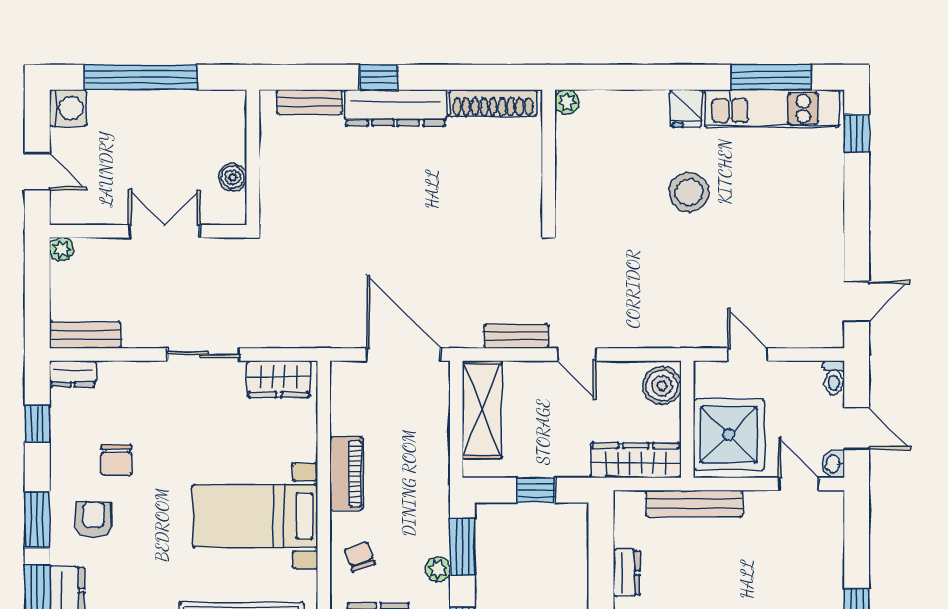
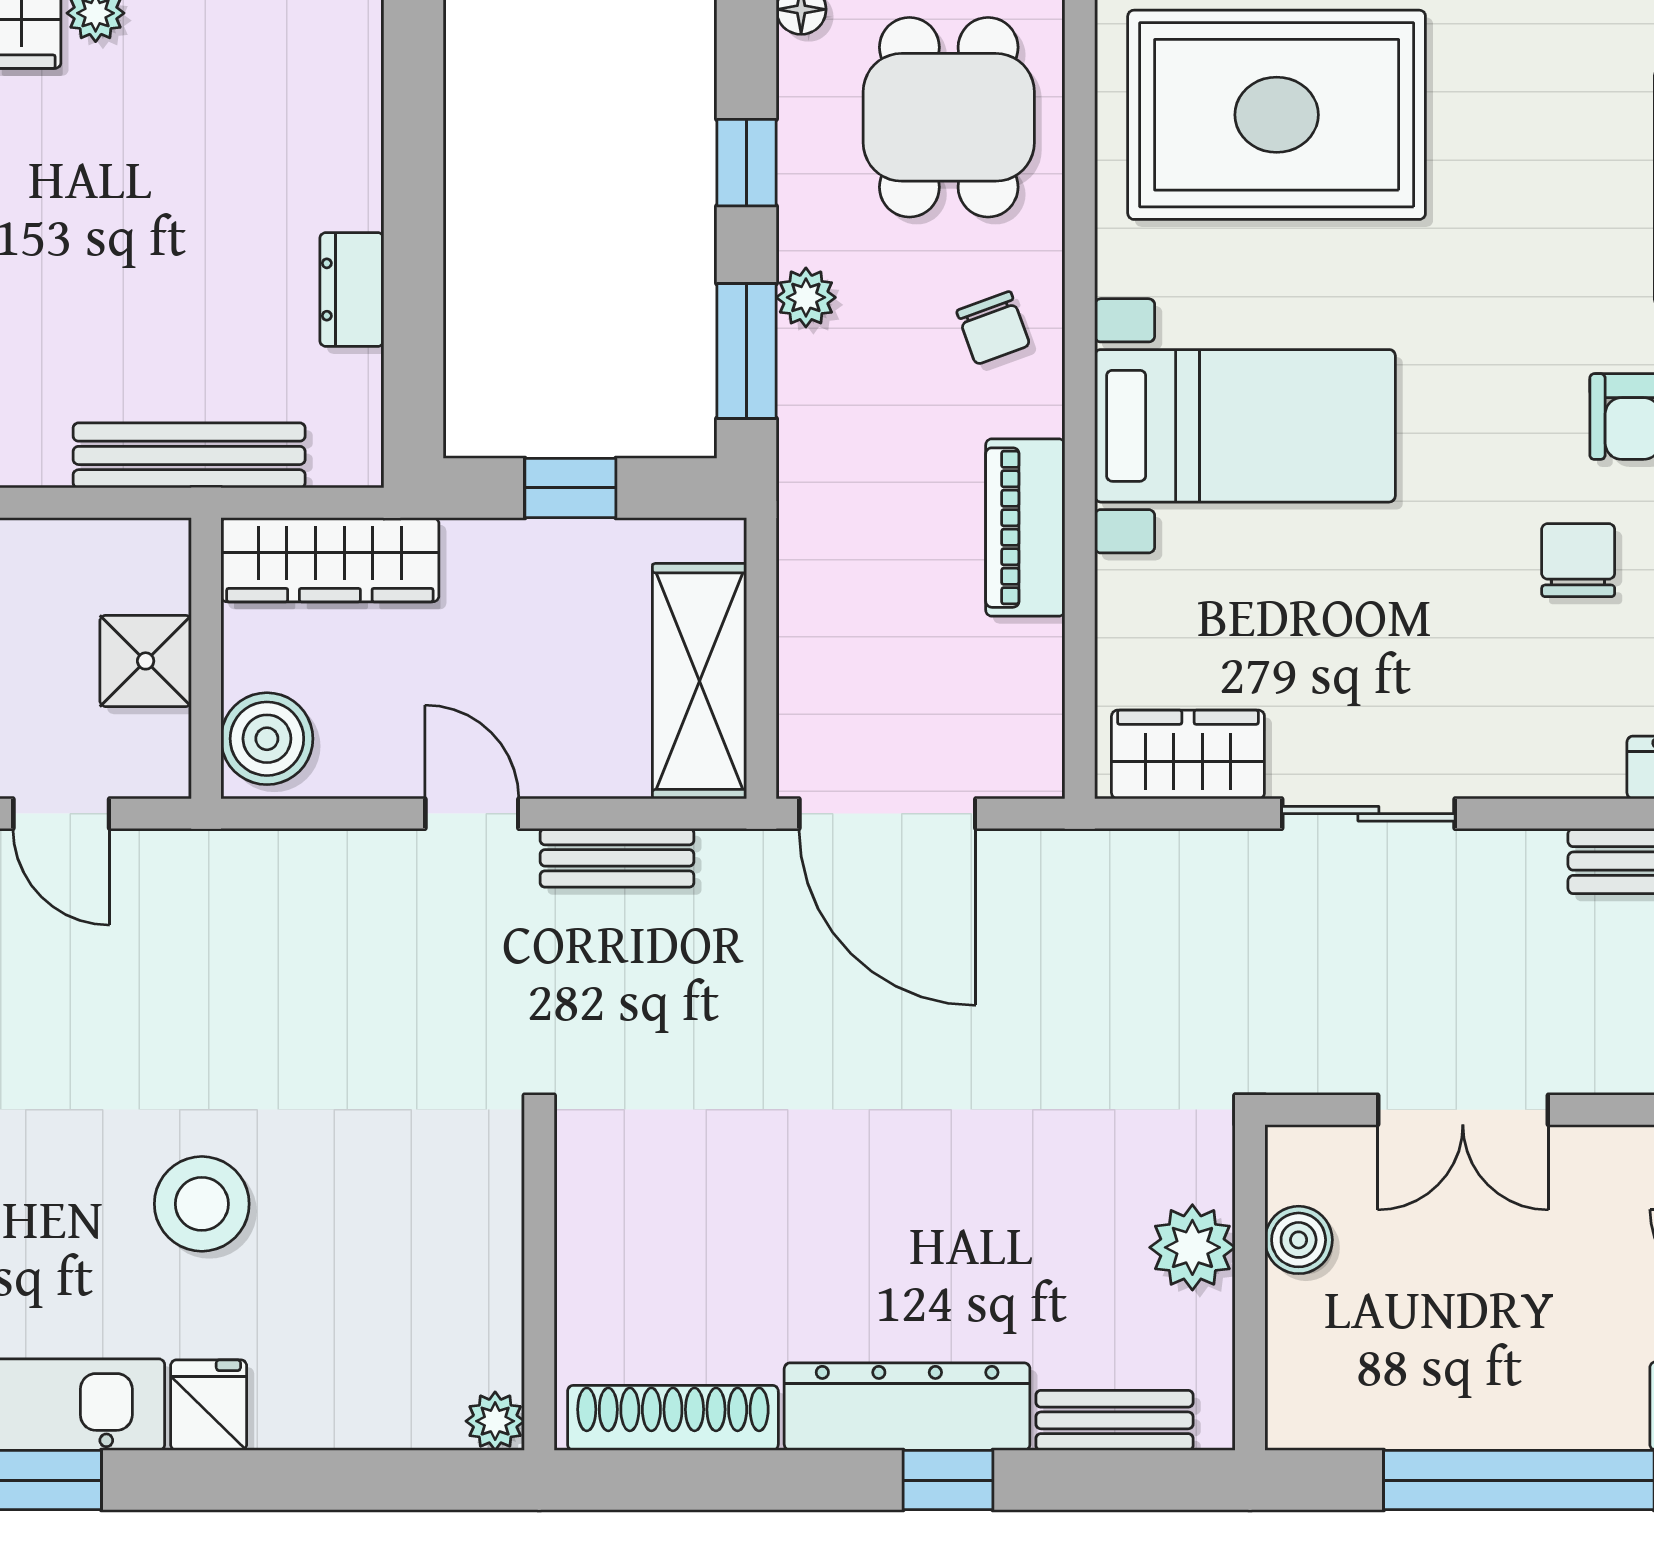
plant: (277, 174) -> (1192, 1247), added
shower: (729, 435) -> (146, 661), width x0.54, depth x0.54

